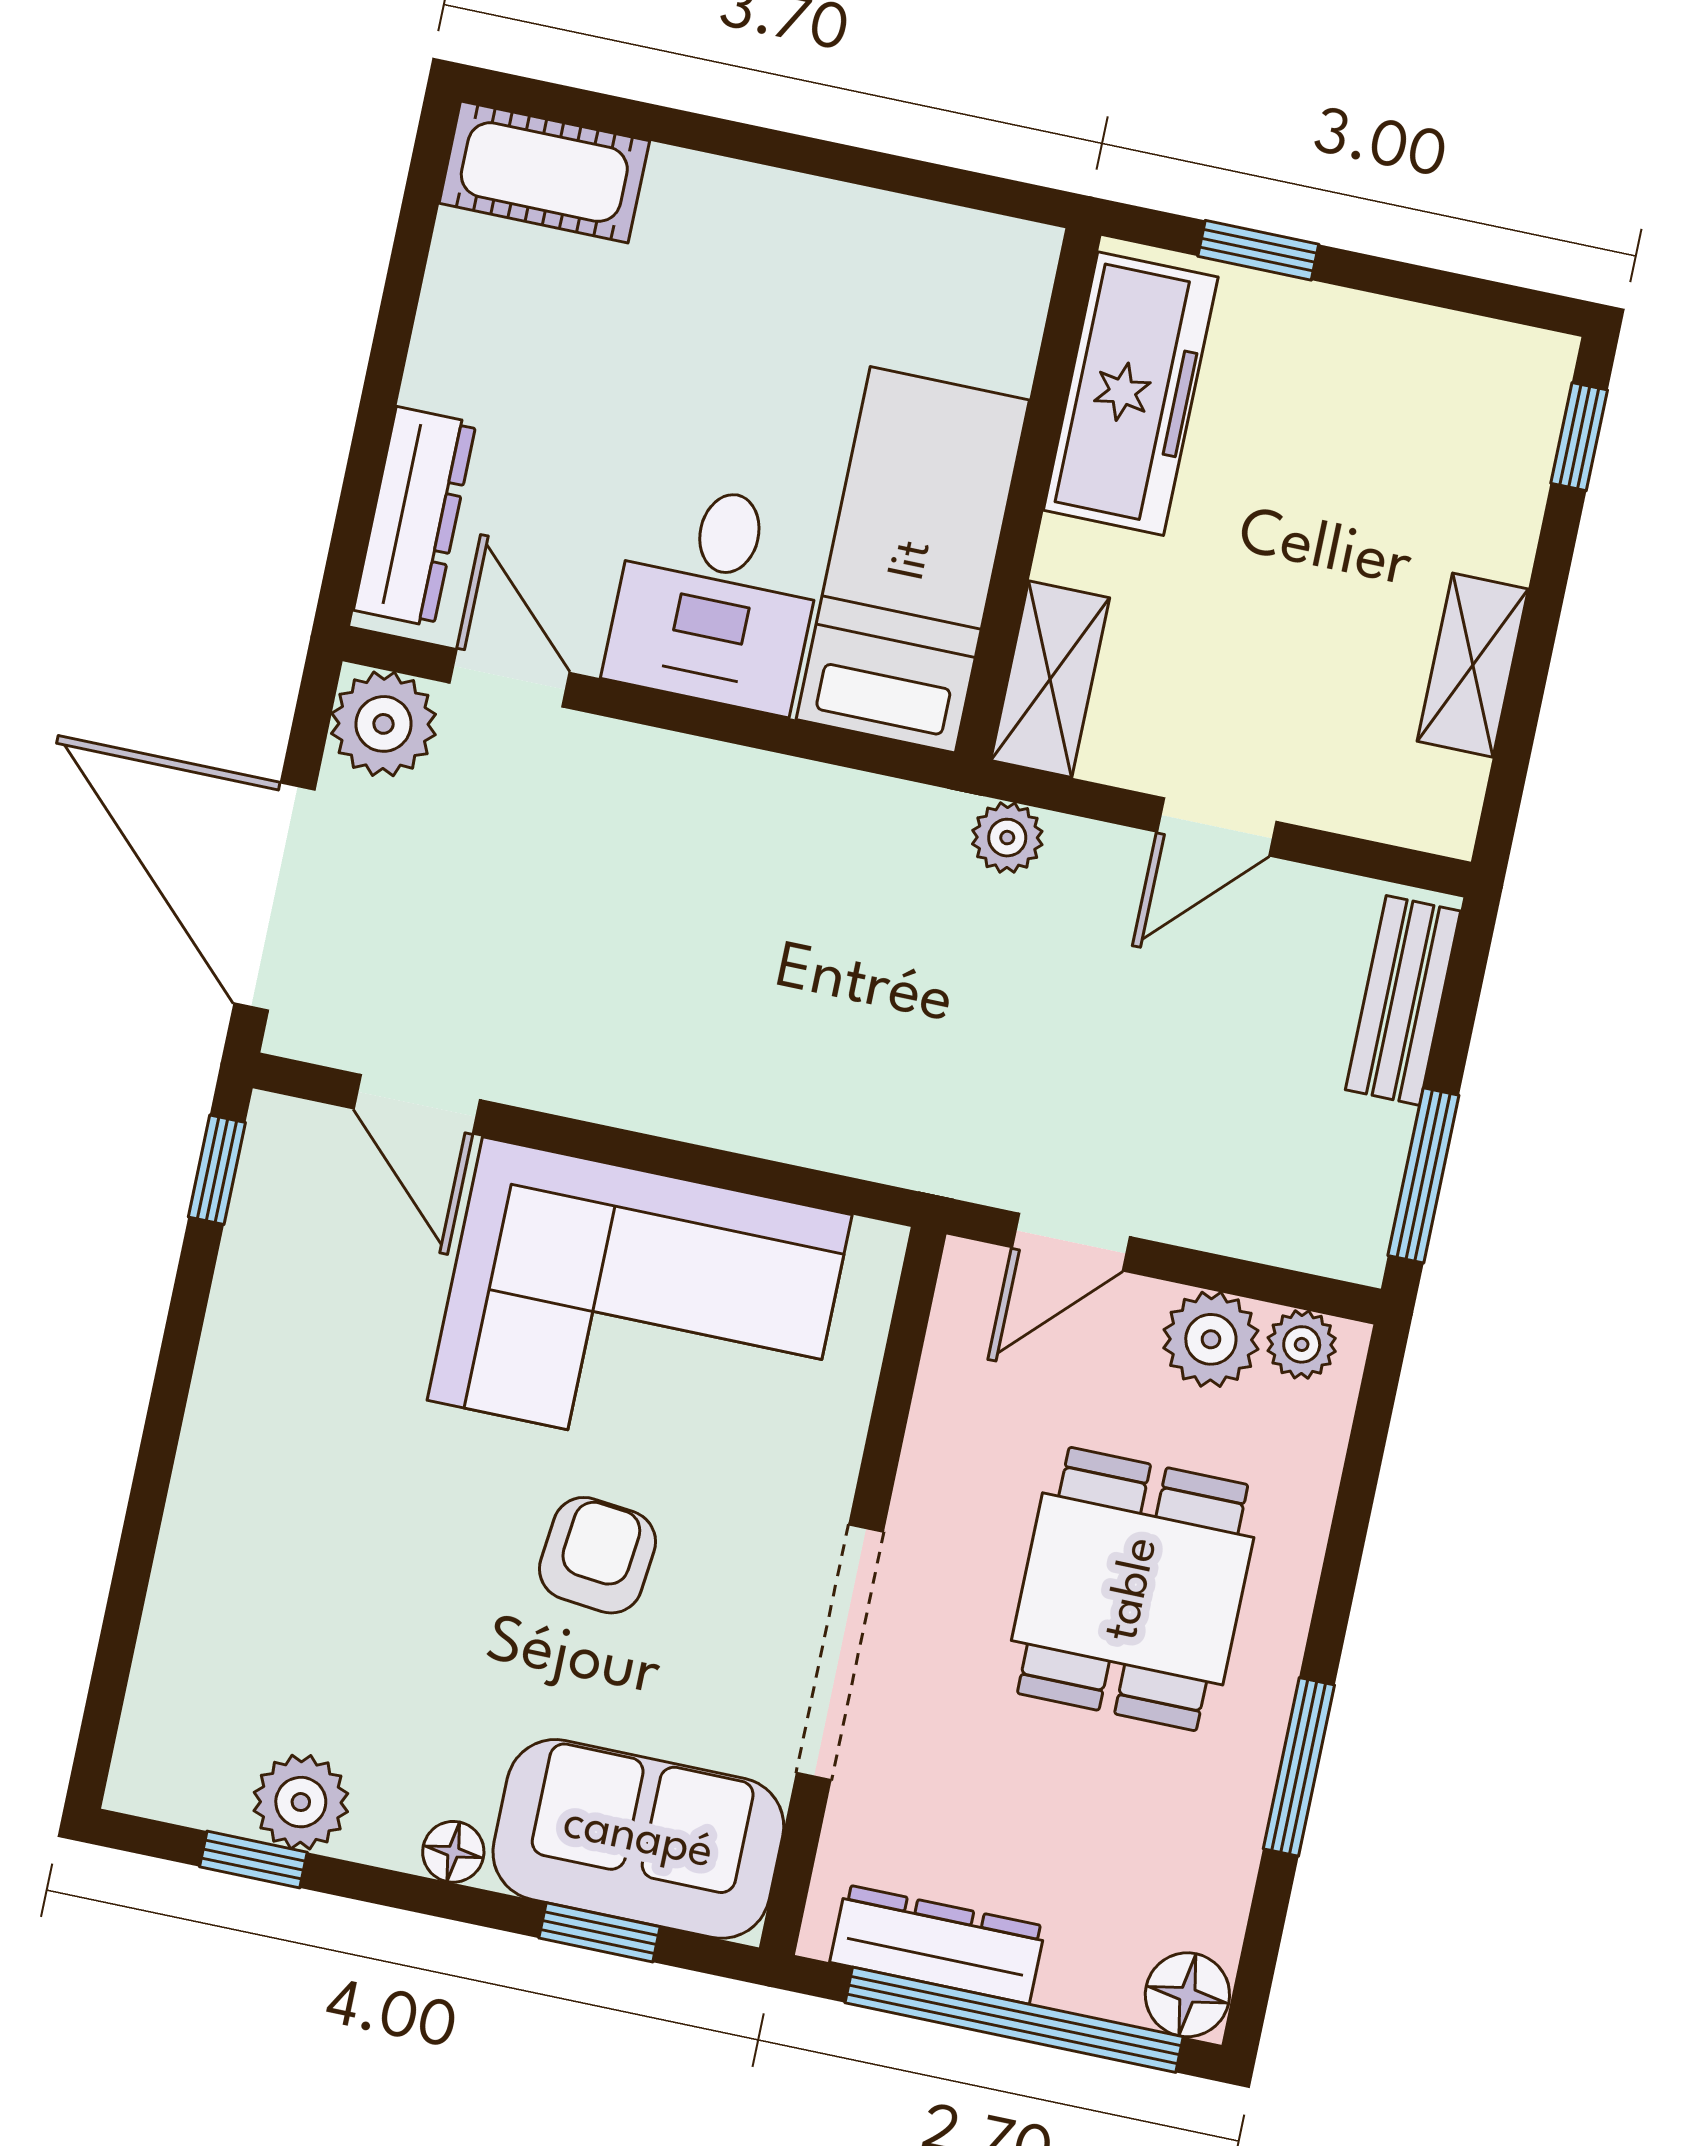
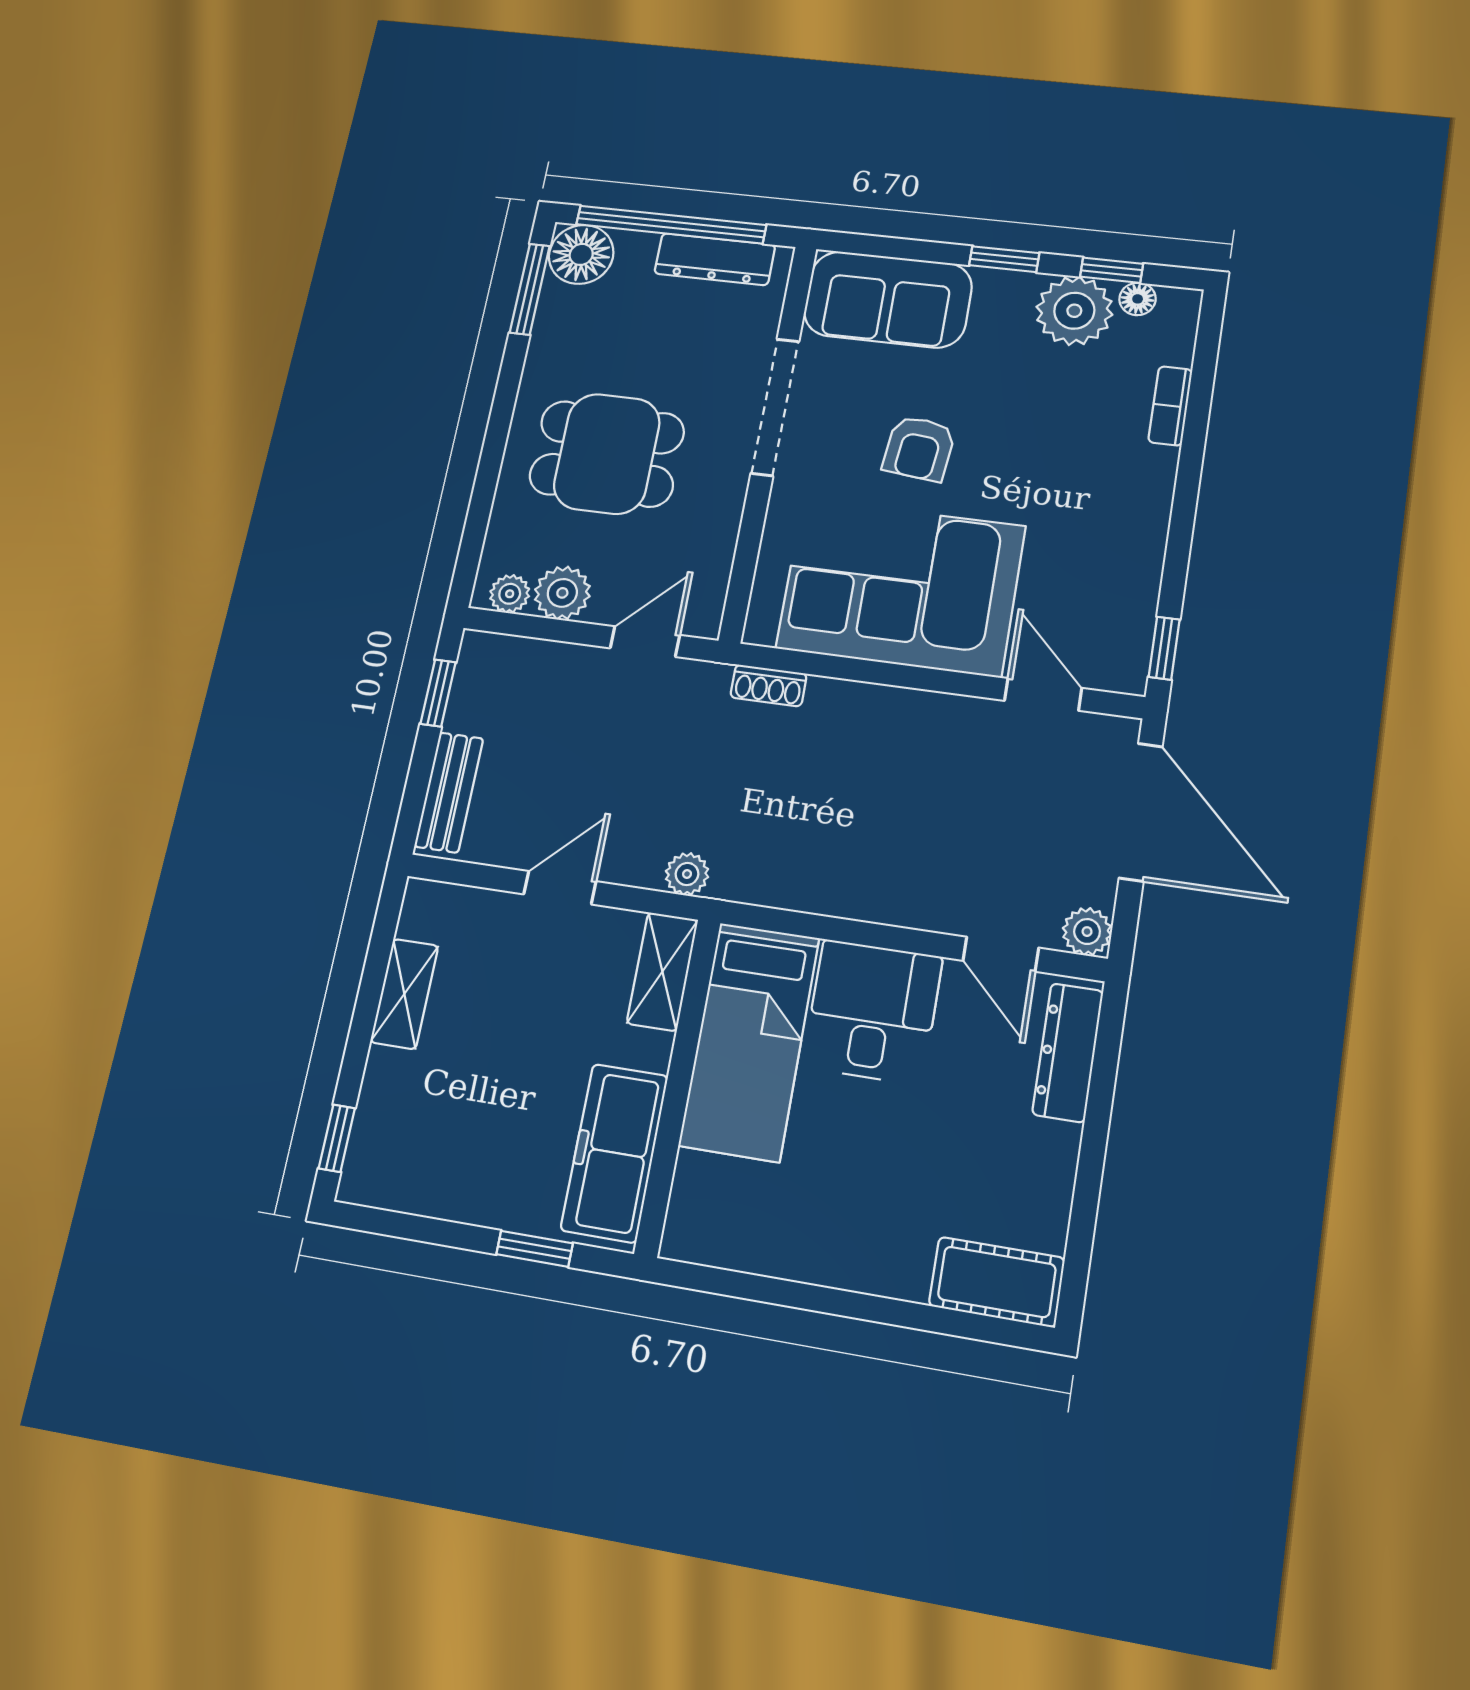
plant: (384, 724) -> (1087, 932), width x0.73, depth x0.73
shoe rack: (865, 1150) -> (768, 685), added
window: (1423, 1175) -> (438, 693), width x0.67
dining table: (1133, 1589) -> (607, 454), turned 90
bookcase: (174, 1598) -> (1170, 406), added
window: (1299, 1767) -> (530, 289), moved
plant: (301, 1802) -> (1074, 311), width x1.36, depth x1.36
floor lamp: (453, 1852) -> (1138, 299), moved
window: (599, 1932) -> (1004, 259), moved
floor lamp: (1187, 1995) -> (581, 254), width x1.38, depth x1.38

